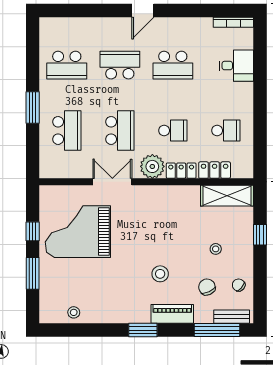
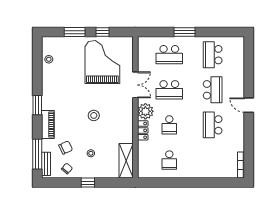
desk: (236, 66) -> (212, 167), removed
locker: (215, 170) -> (143, 153), removed
window: (260, 235) -> (88, 183), moved
stool: (160, 274) -> (94, 115), moved

